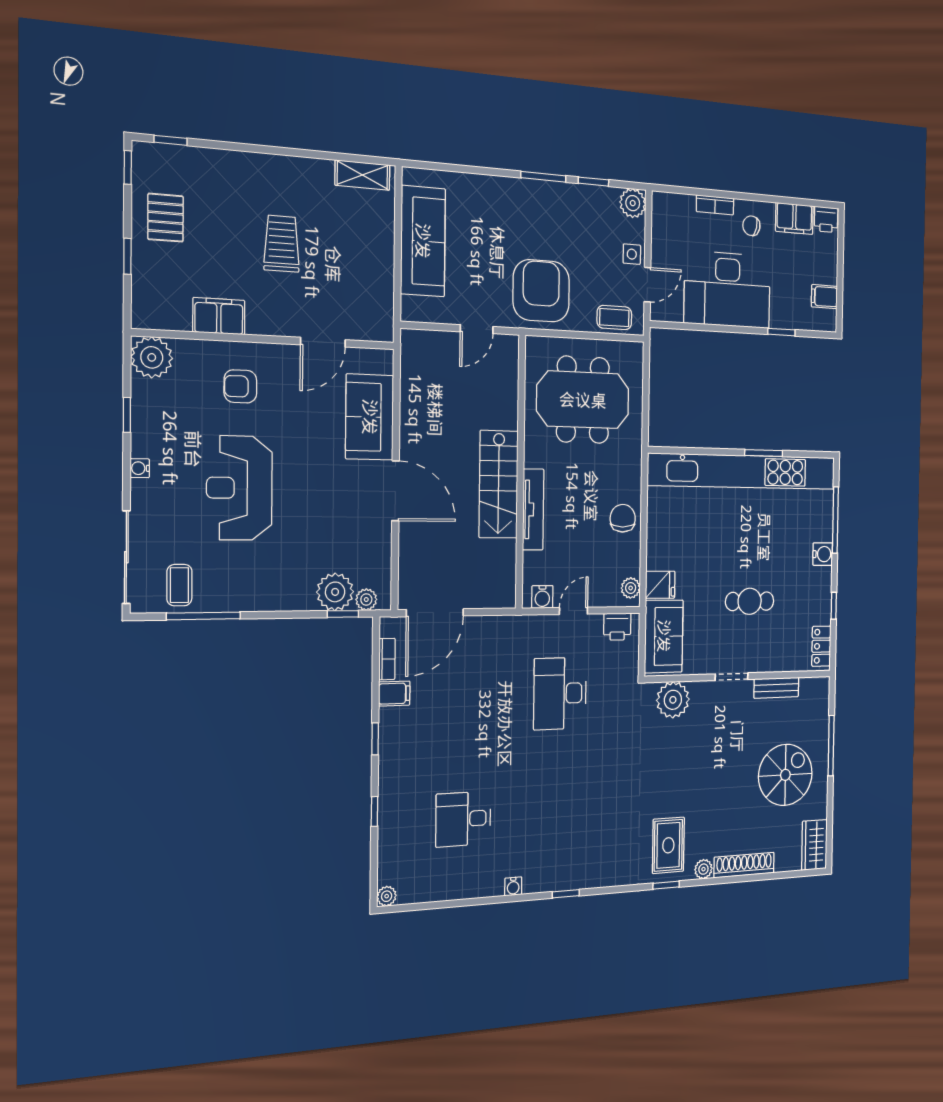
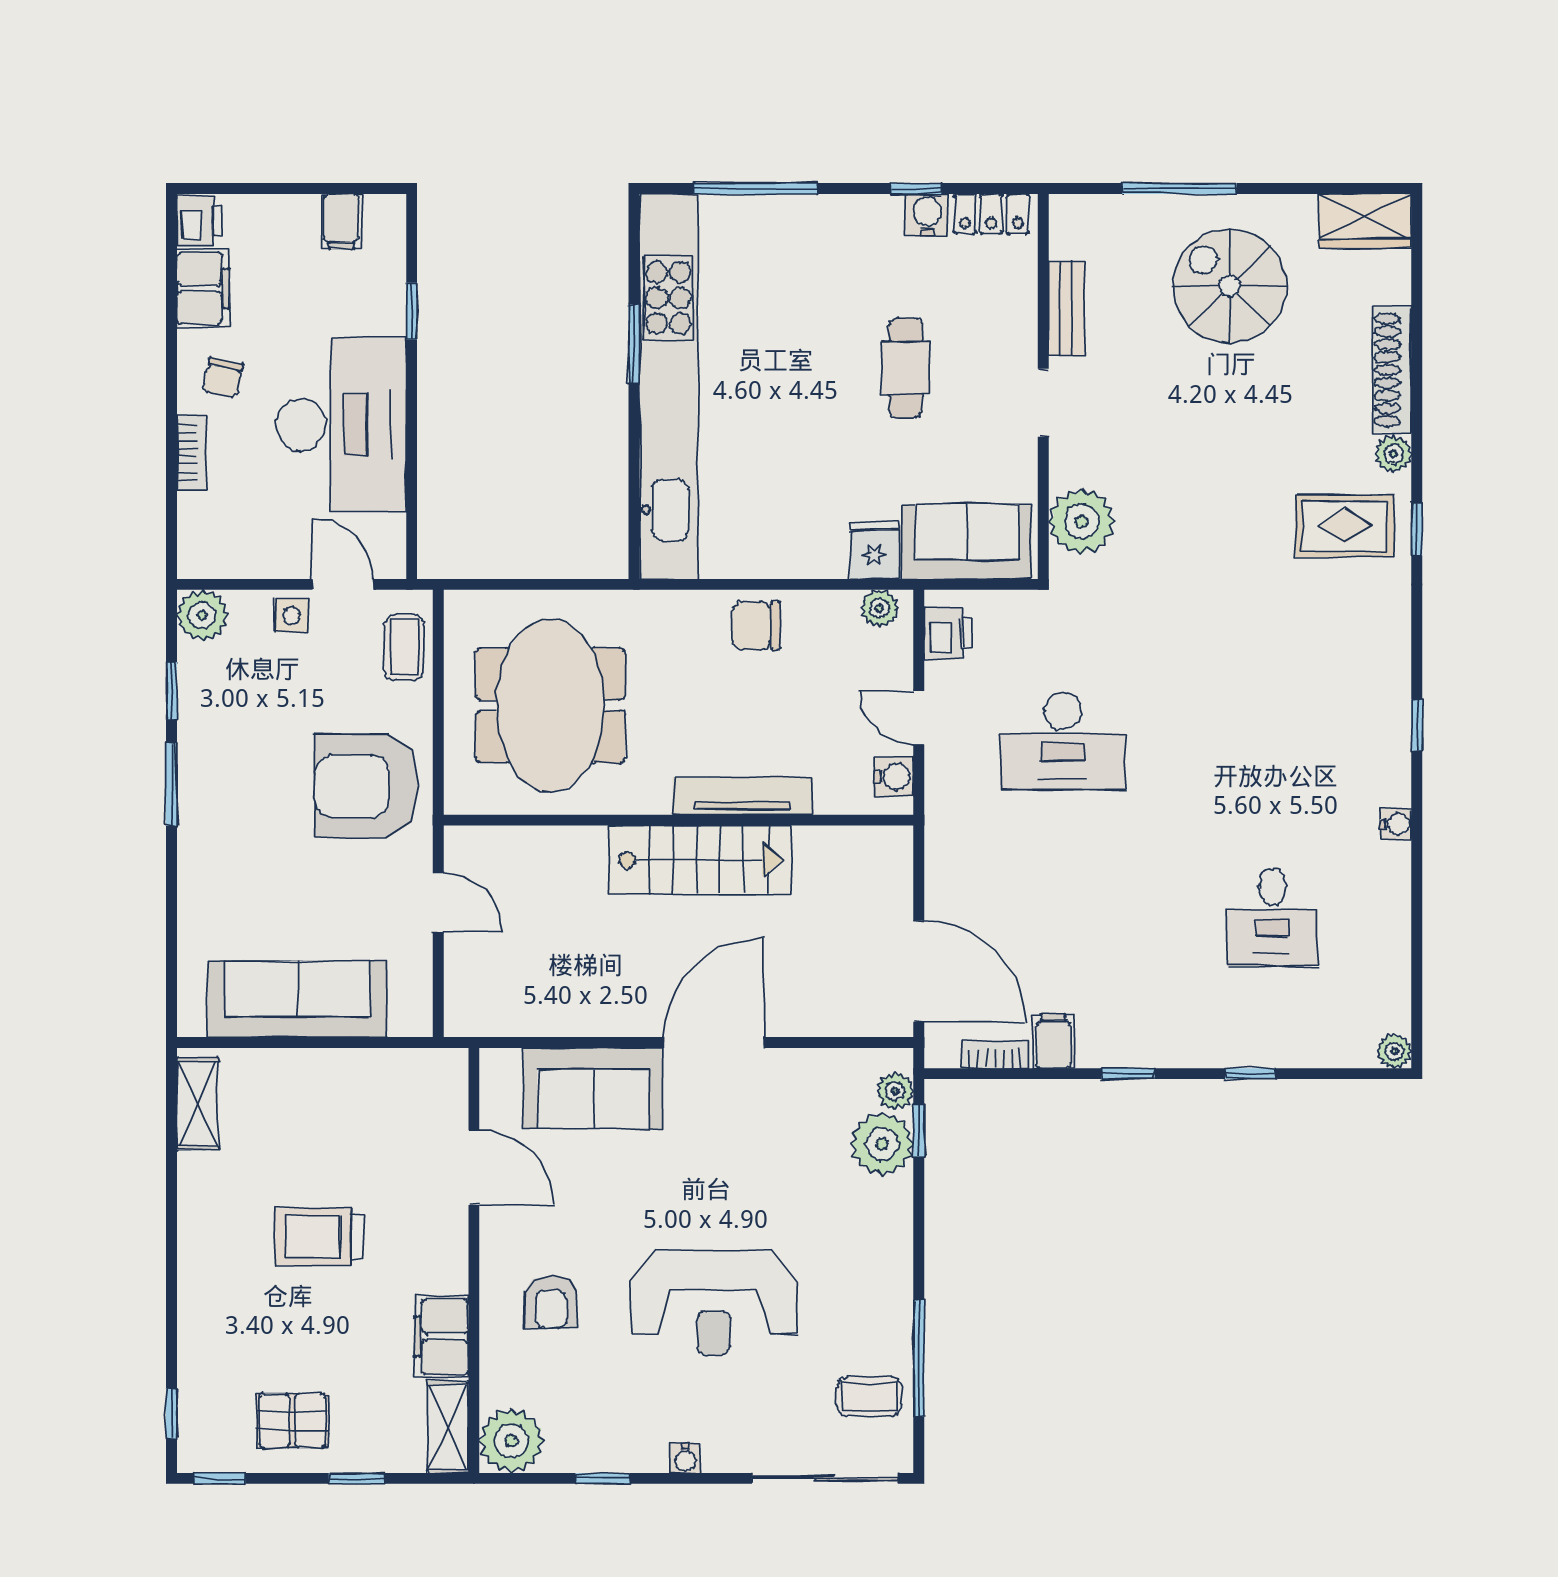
shelving: (161, 317) -> (448, 1427), added
water cooler: (823, 554) -> (927, 215), moved

